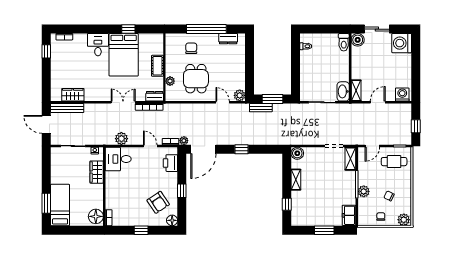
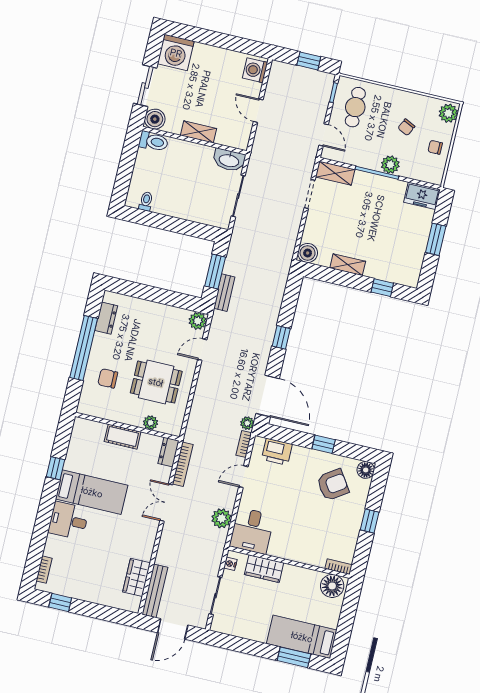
bed: (124, 55) -> (92, 492), width x0.67
shelving: (356, 91) -> (199, 132), moved

